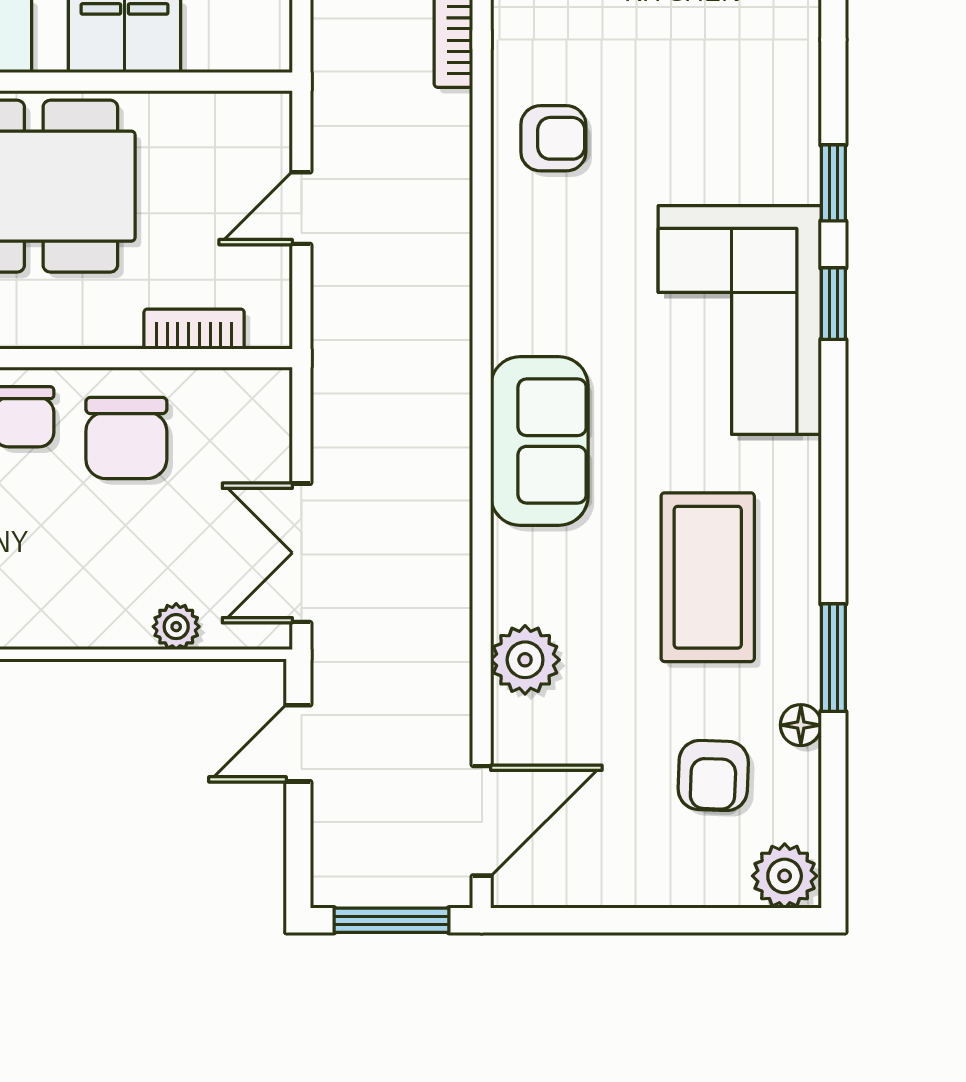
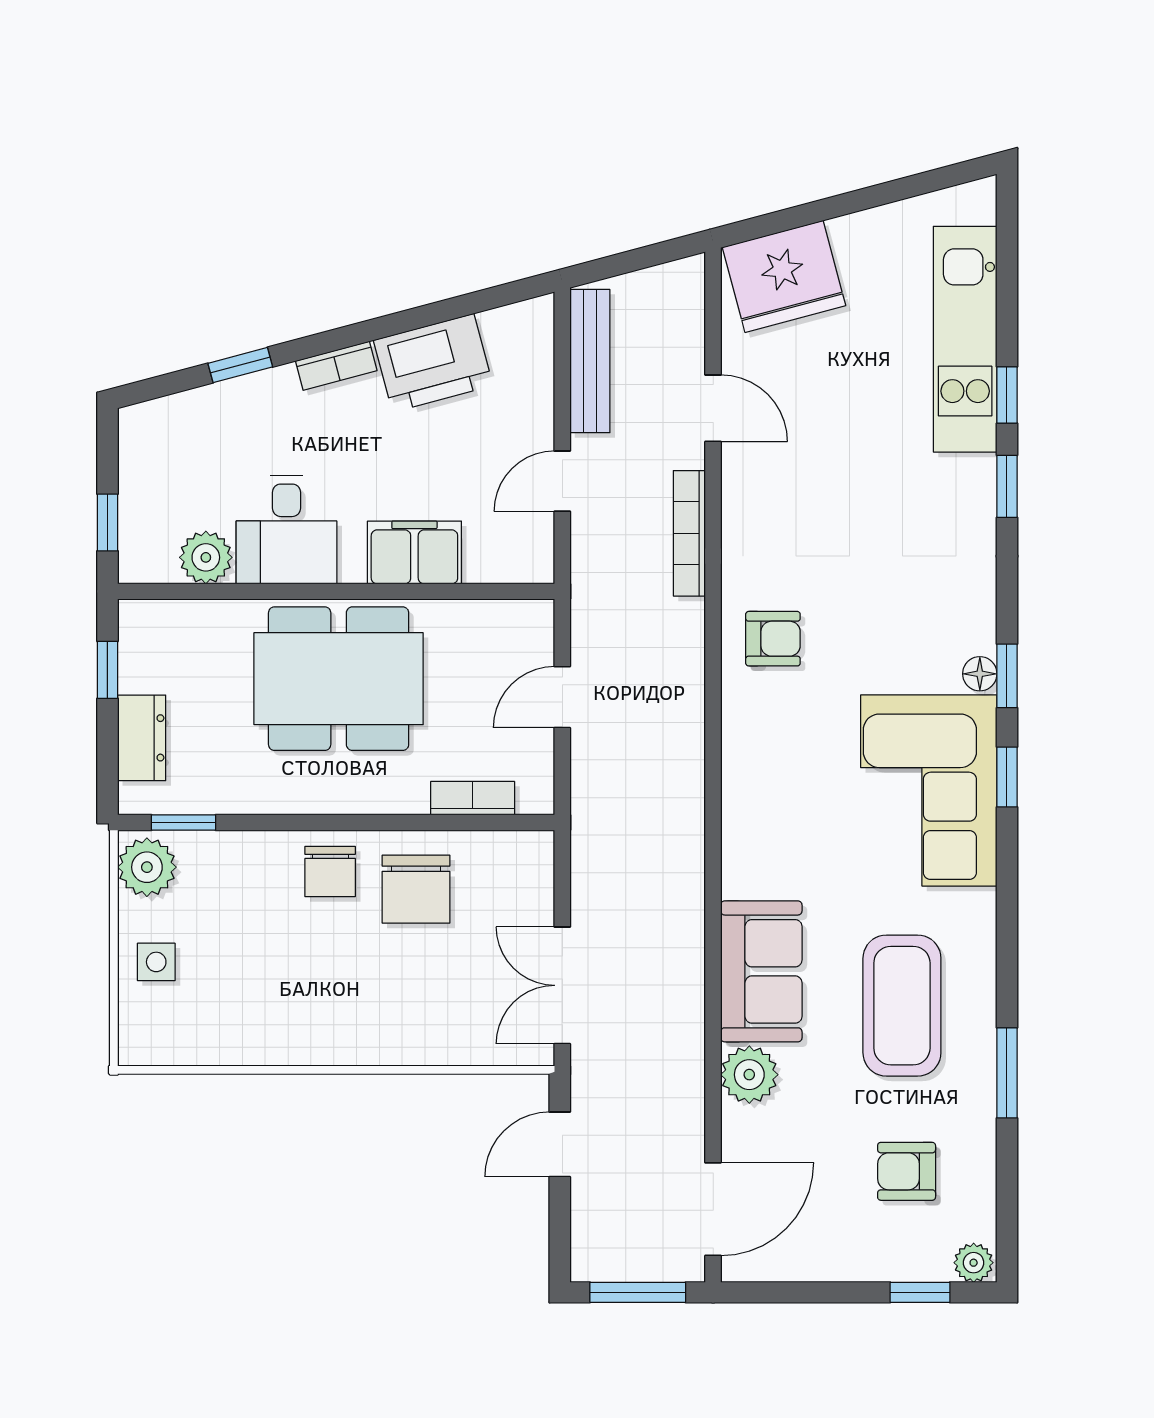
sofa: (539, 441) -> (761, 971), moved
plant: (176, 627) -> (458, 1047), removed
floor lamp: (801, 725) -> (980, 674), moved
armchair: (713, 775) -> (907, 1171), turned 88
plant: (785, 876) -> (974, 1263), width x0.73, depth x0.73
window: (729, 920) -> (920, 1292), added

